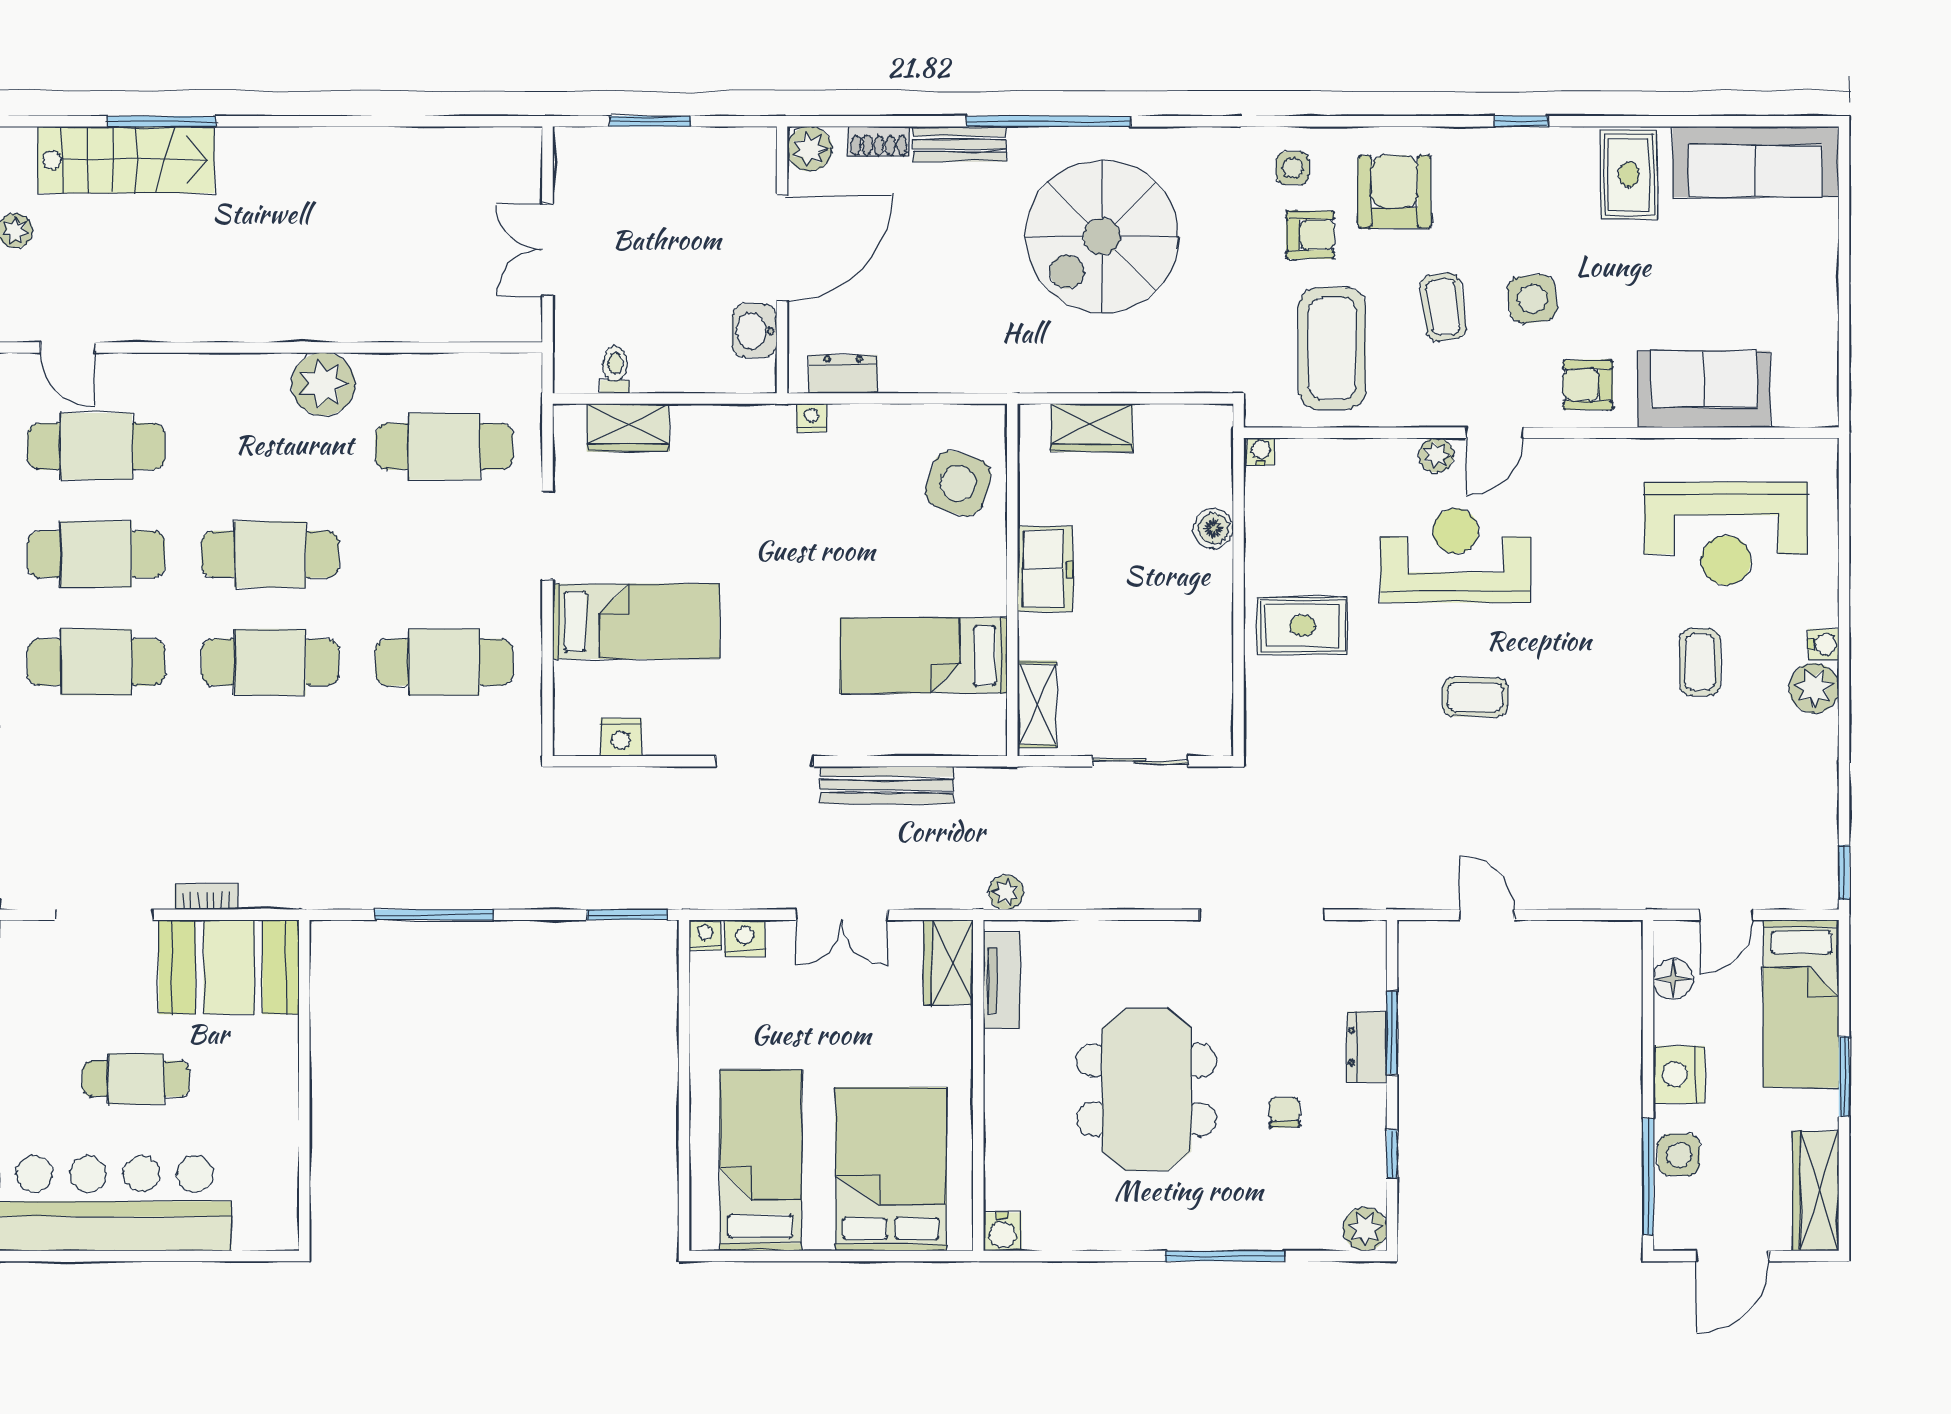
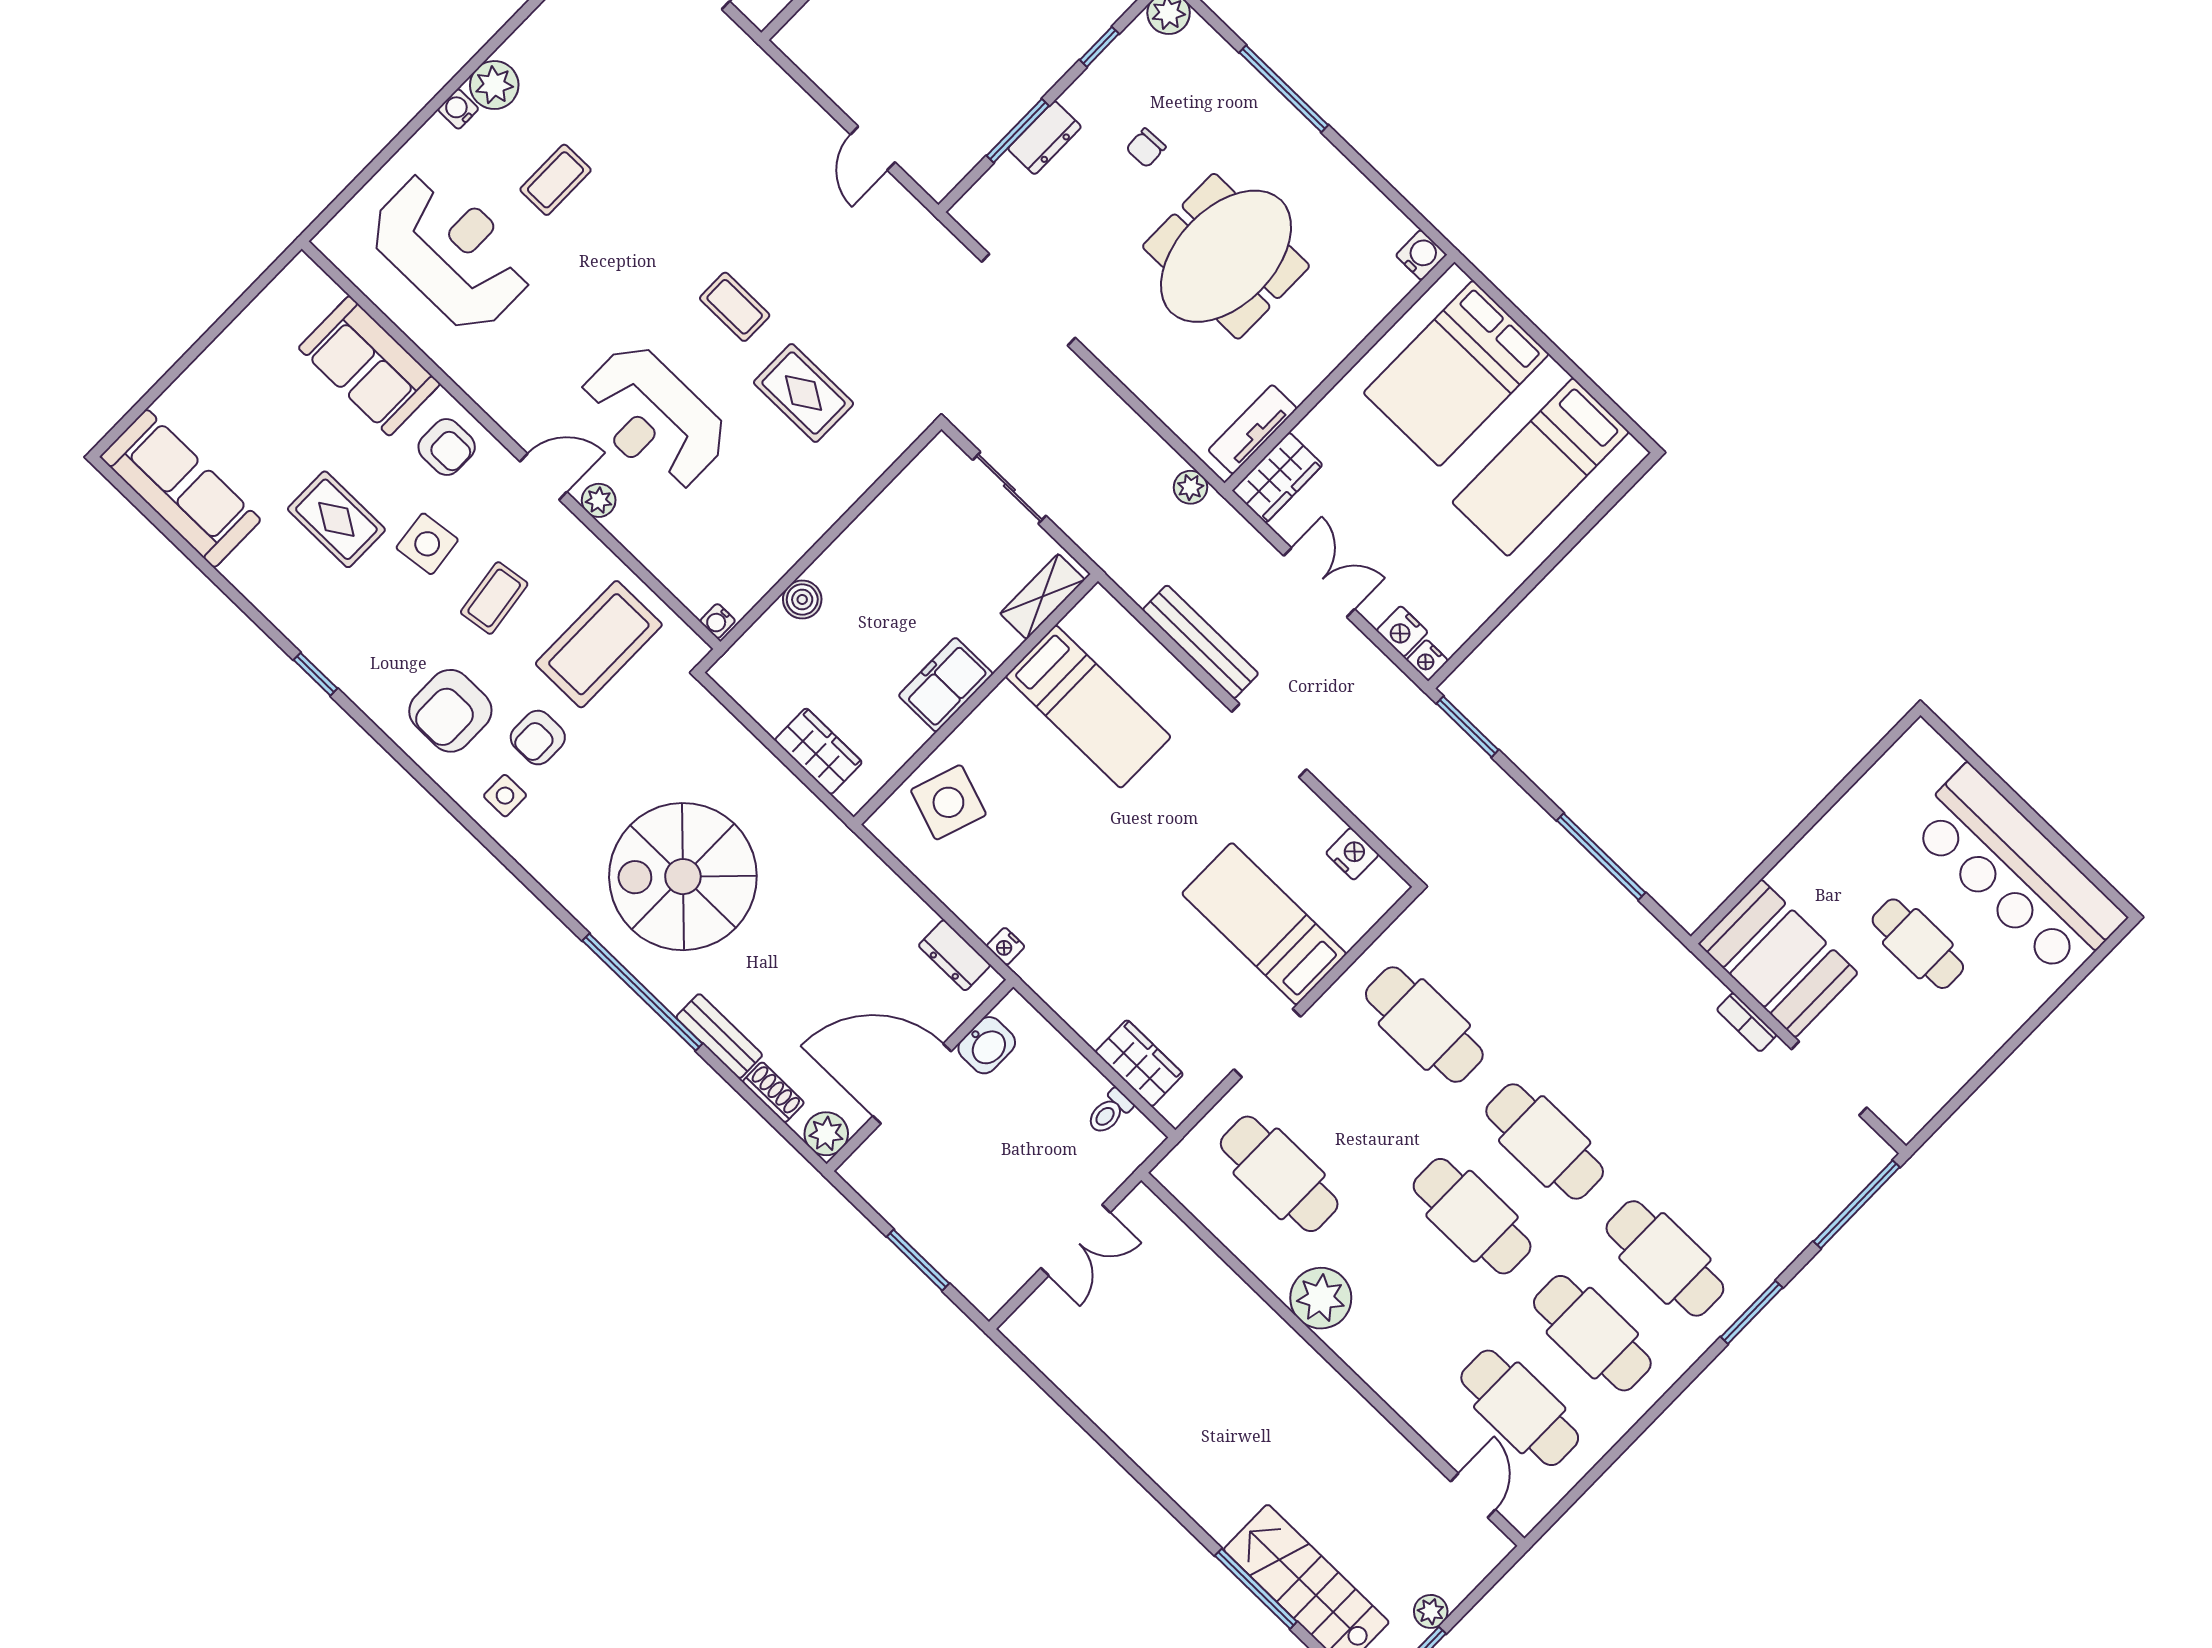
rug: (1629, 175) -> (336, 519), moved, turned 90
armchair: (1310, 235) -> (538, 738), turned -90
spiral stairs: (1102, 236) -> (683, 877), turned 180
rug: (1303, 626) -> (804, 393), moved

